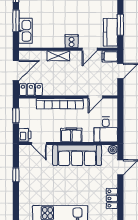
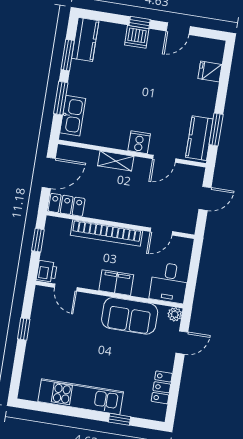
filing cabinet: (110, 56) -> (193, 174), removed
sofa: (77, 155) -> (130, 316), width x0.73

